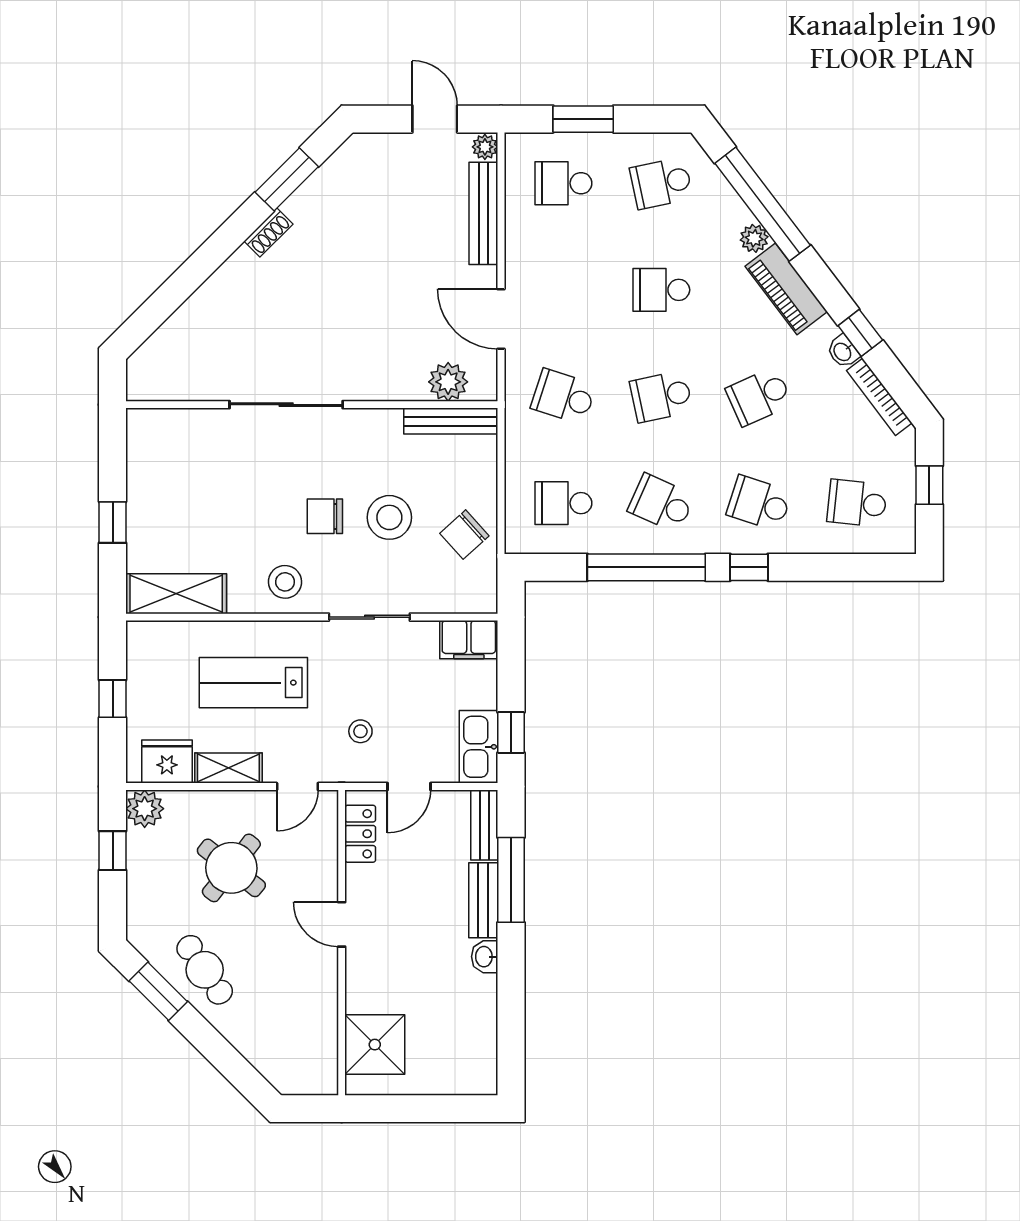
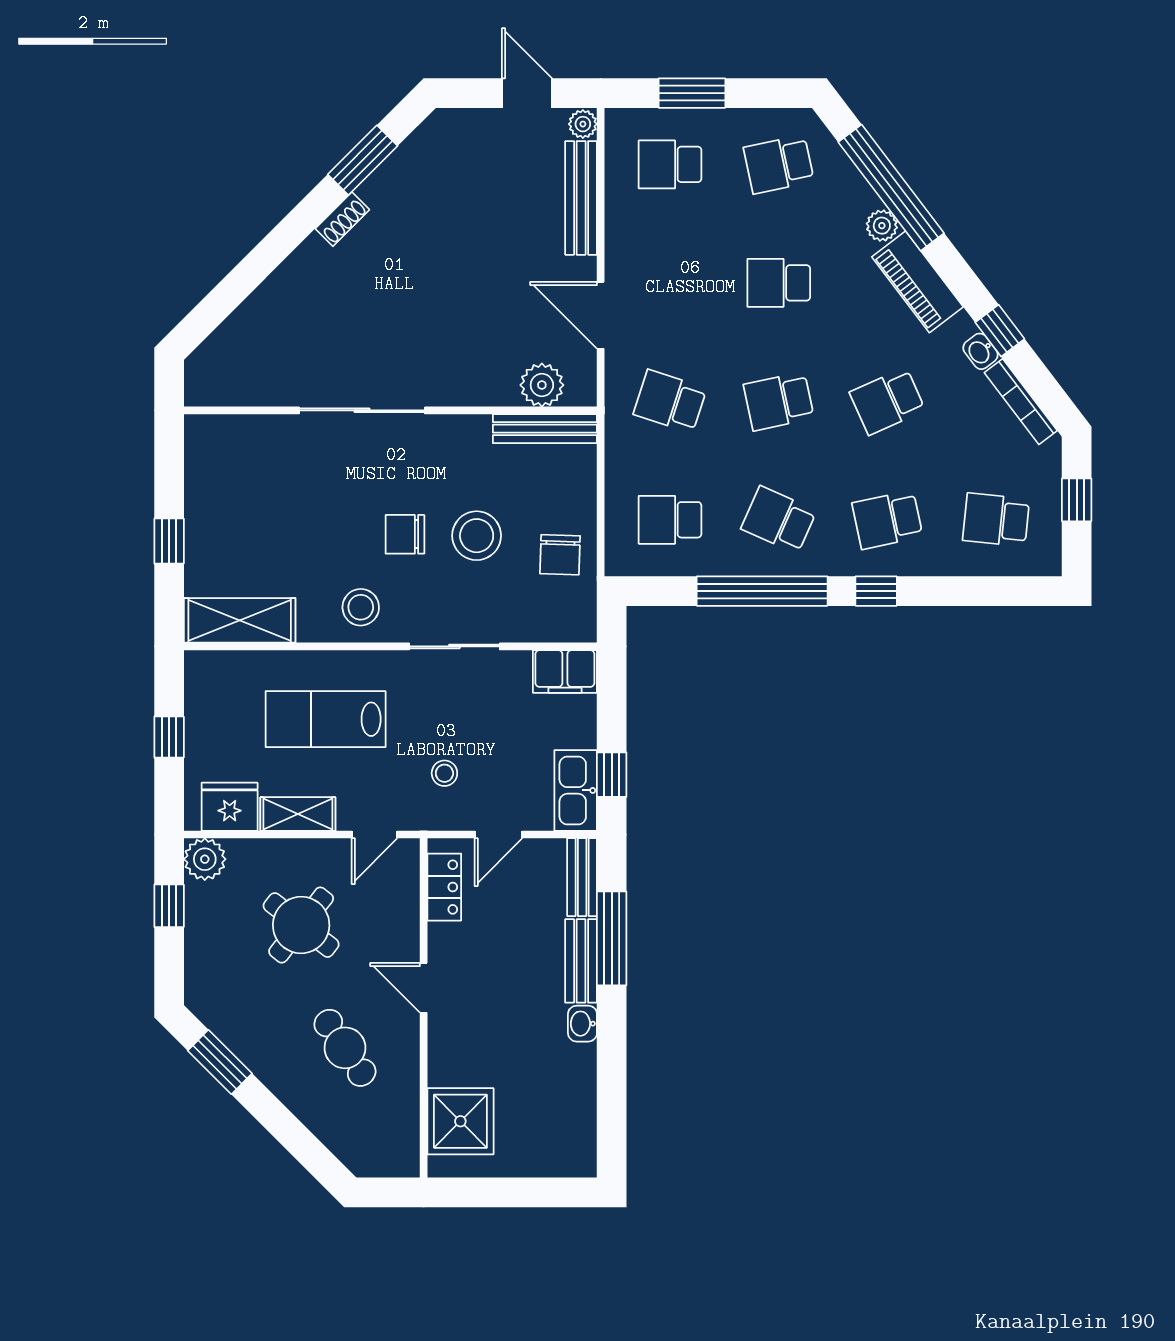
school desk: (759, 503) -> (887, 520), turned -30
chair: (464, 535) -> (560, 555), turned -46
cafe table: (205, 970) -> (345, 1048), moved

